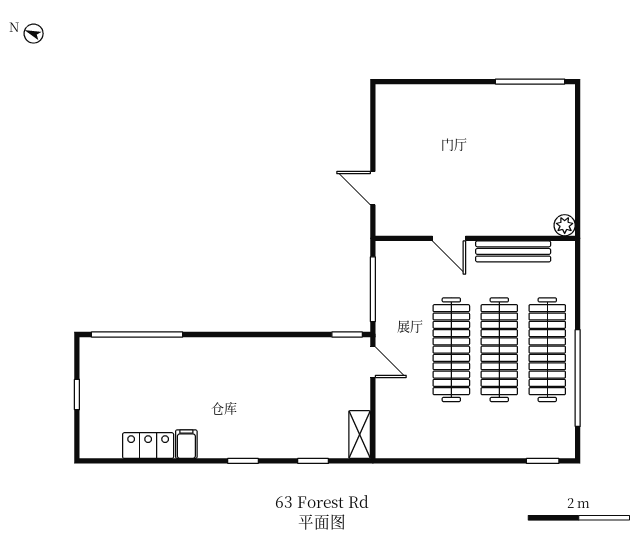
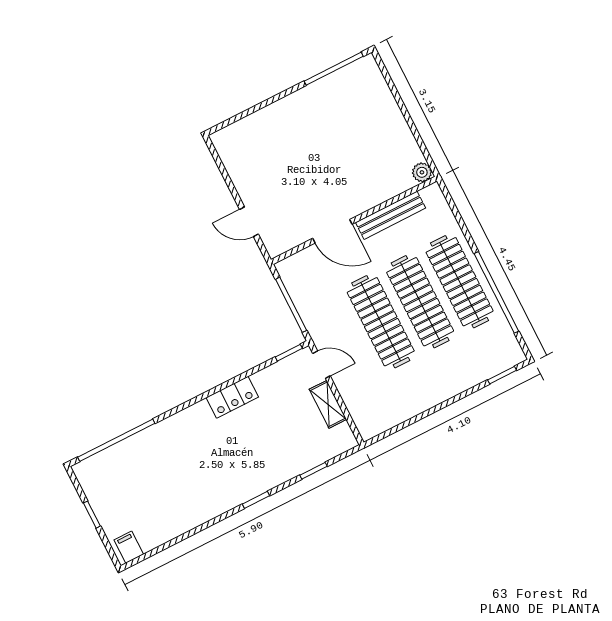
door: (449, 238) -> (332, 231), width x1.38
shelving: (360, 435) -> (328, 404), moved
filing cabinet: (186, 444) -> (129, 547), moved
locker: (148, 446) -> (232, 397), moved, turned 180

